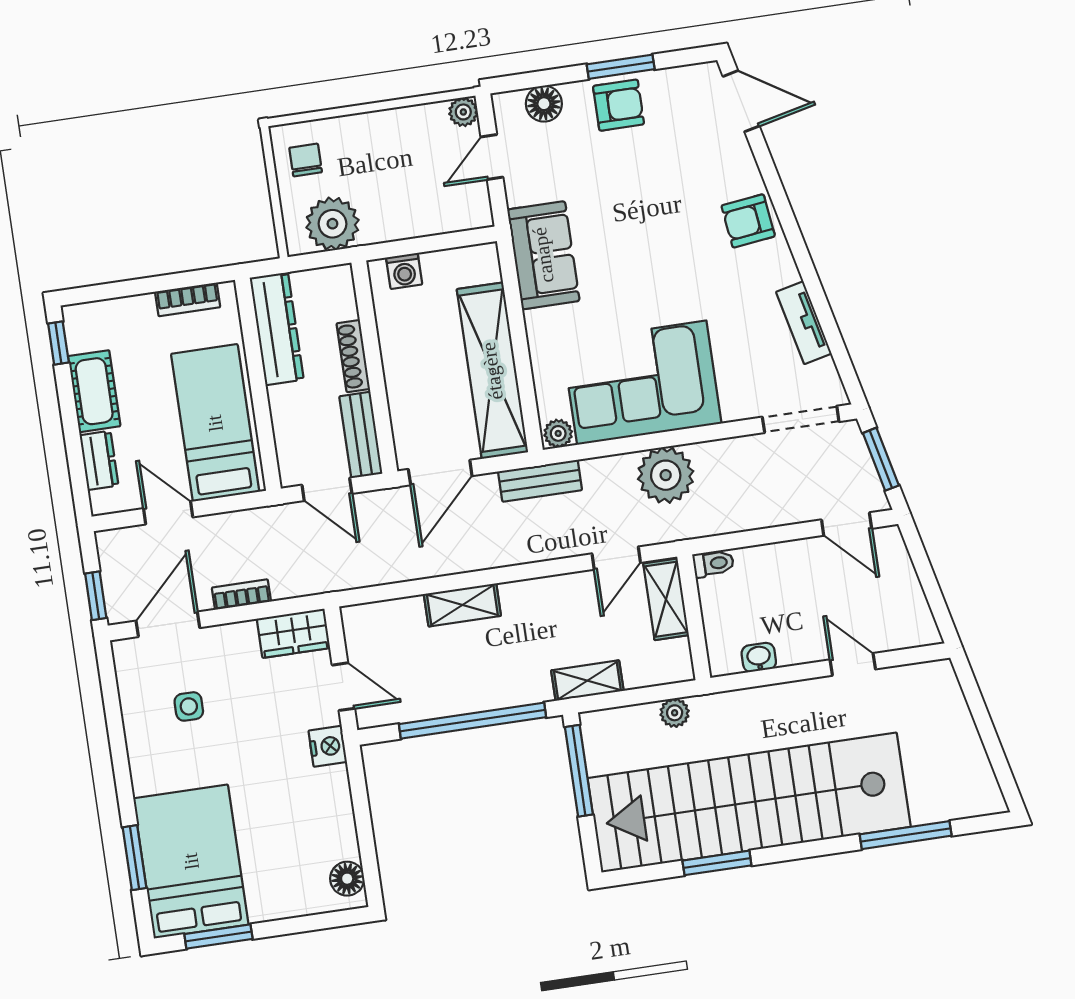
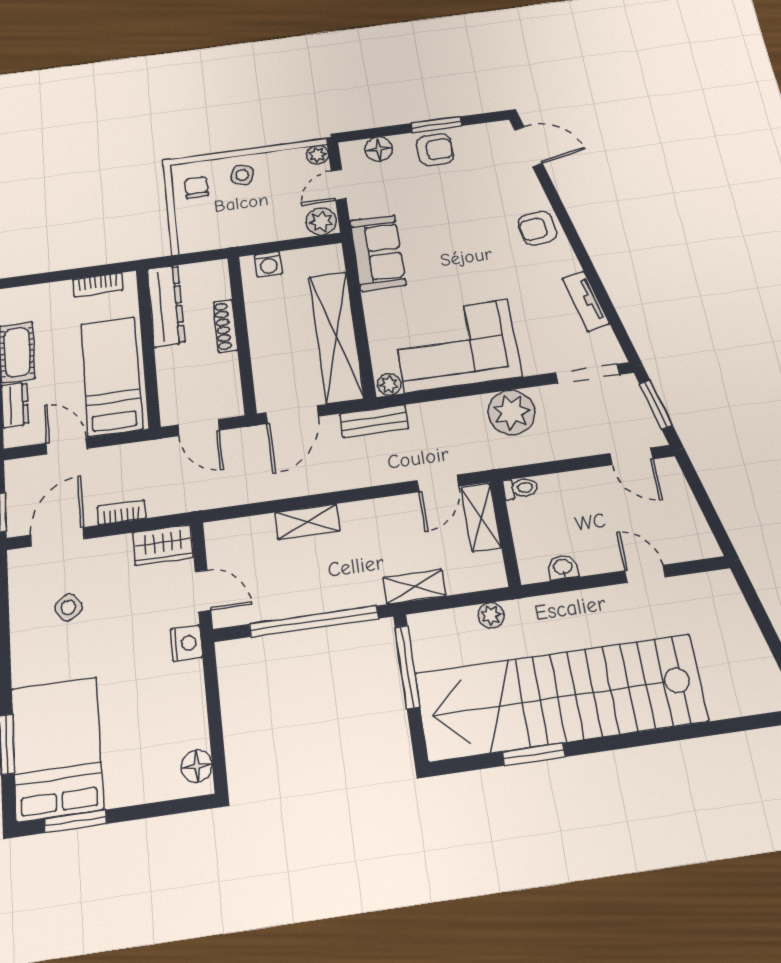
side table: (365, 142) -> (242, 175), added
plant: (332, 224) -> (321, 222), moved, width x0.73, depth x0.73
bench: (361, 435) -> (228, 385), removed
plant: (666, 475) -> (511, 412), moved
side table: (189, 706) -> (68, 607), turned -35
window: (906, 835) -> (705, 729), removed

